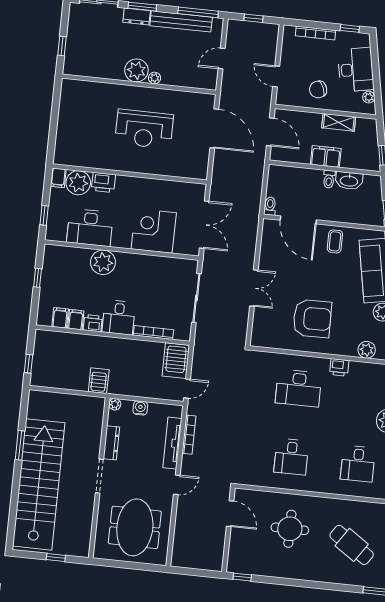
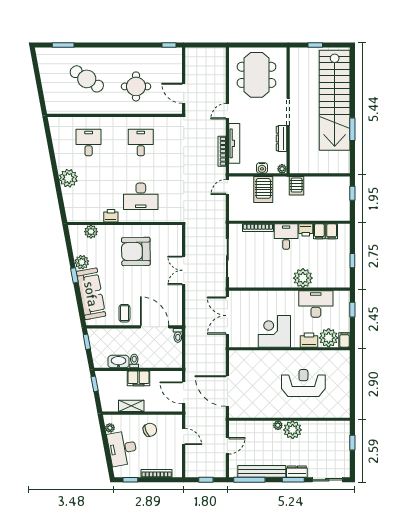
reception desk: (144, 129) -> (303, 383), moved
corner desk: (154, 231) -> (274, 331), moved, turned 180
server rack: (176, 361) -> (263, 189), moved, turned 180
desk: (299, 388) -> (141, 196), turned 180

